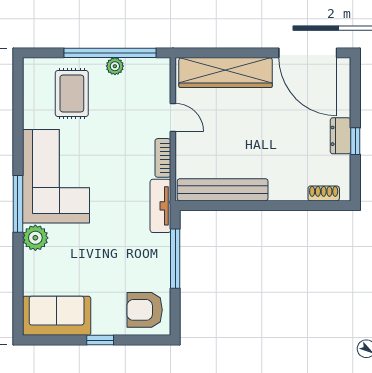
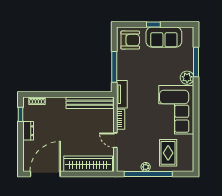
door: (308, 53) -> (45, 174), hinge flipped
window: (355, 141) -> (21, 114), moved
window: (18, 204) -> (196, 62), moved
sofa: (57, 316) -> (164, 37), moved

